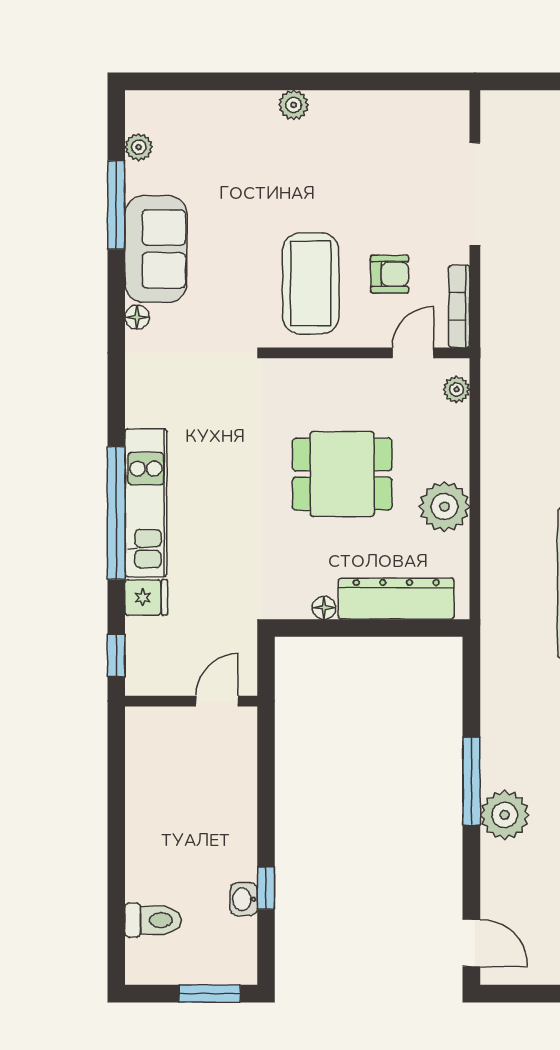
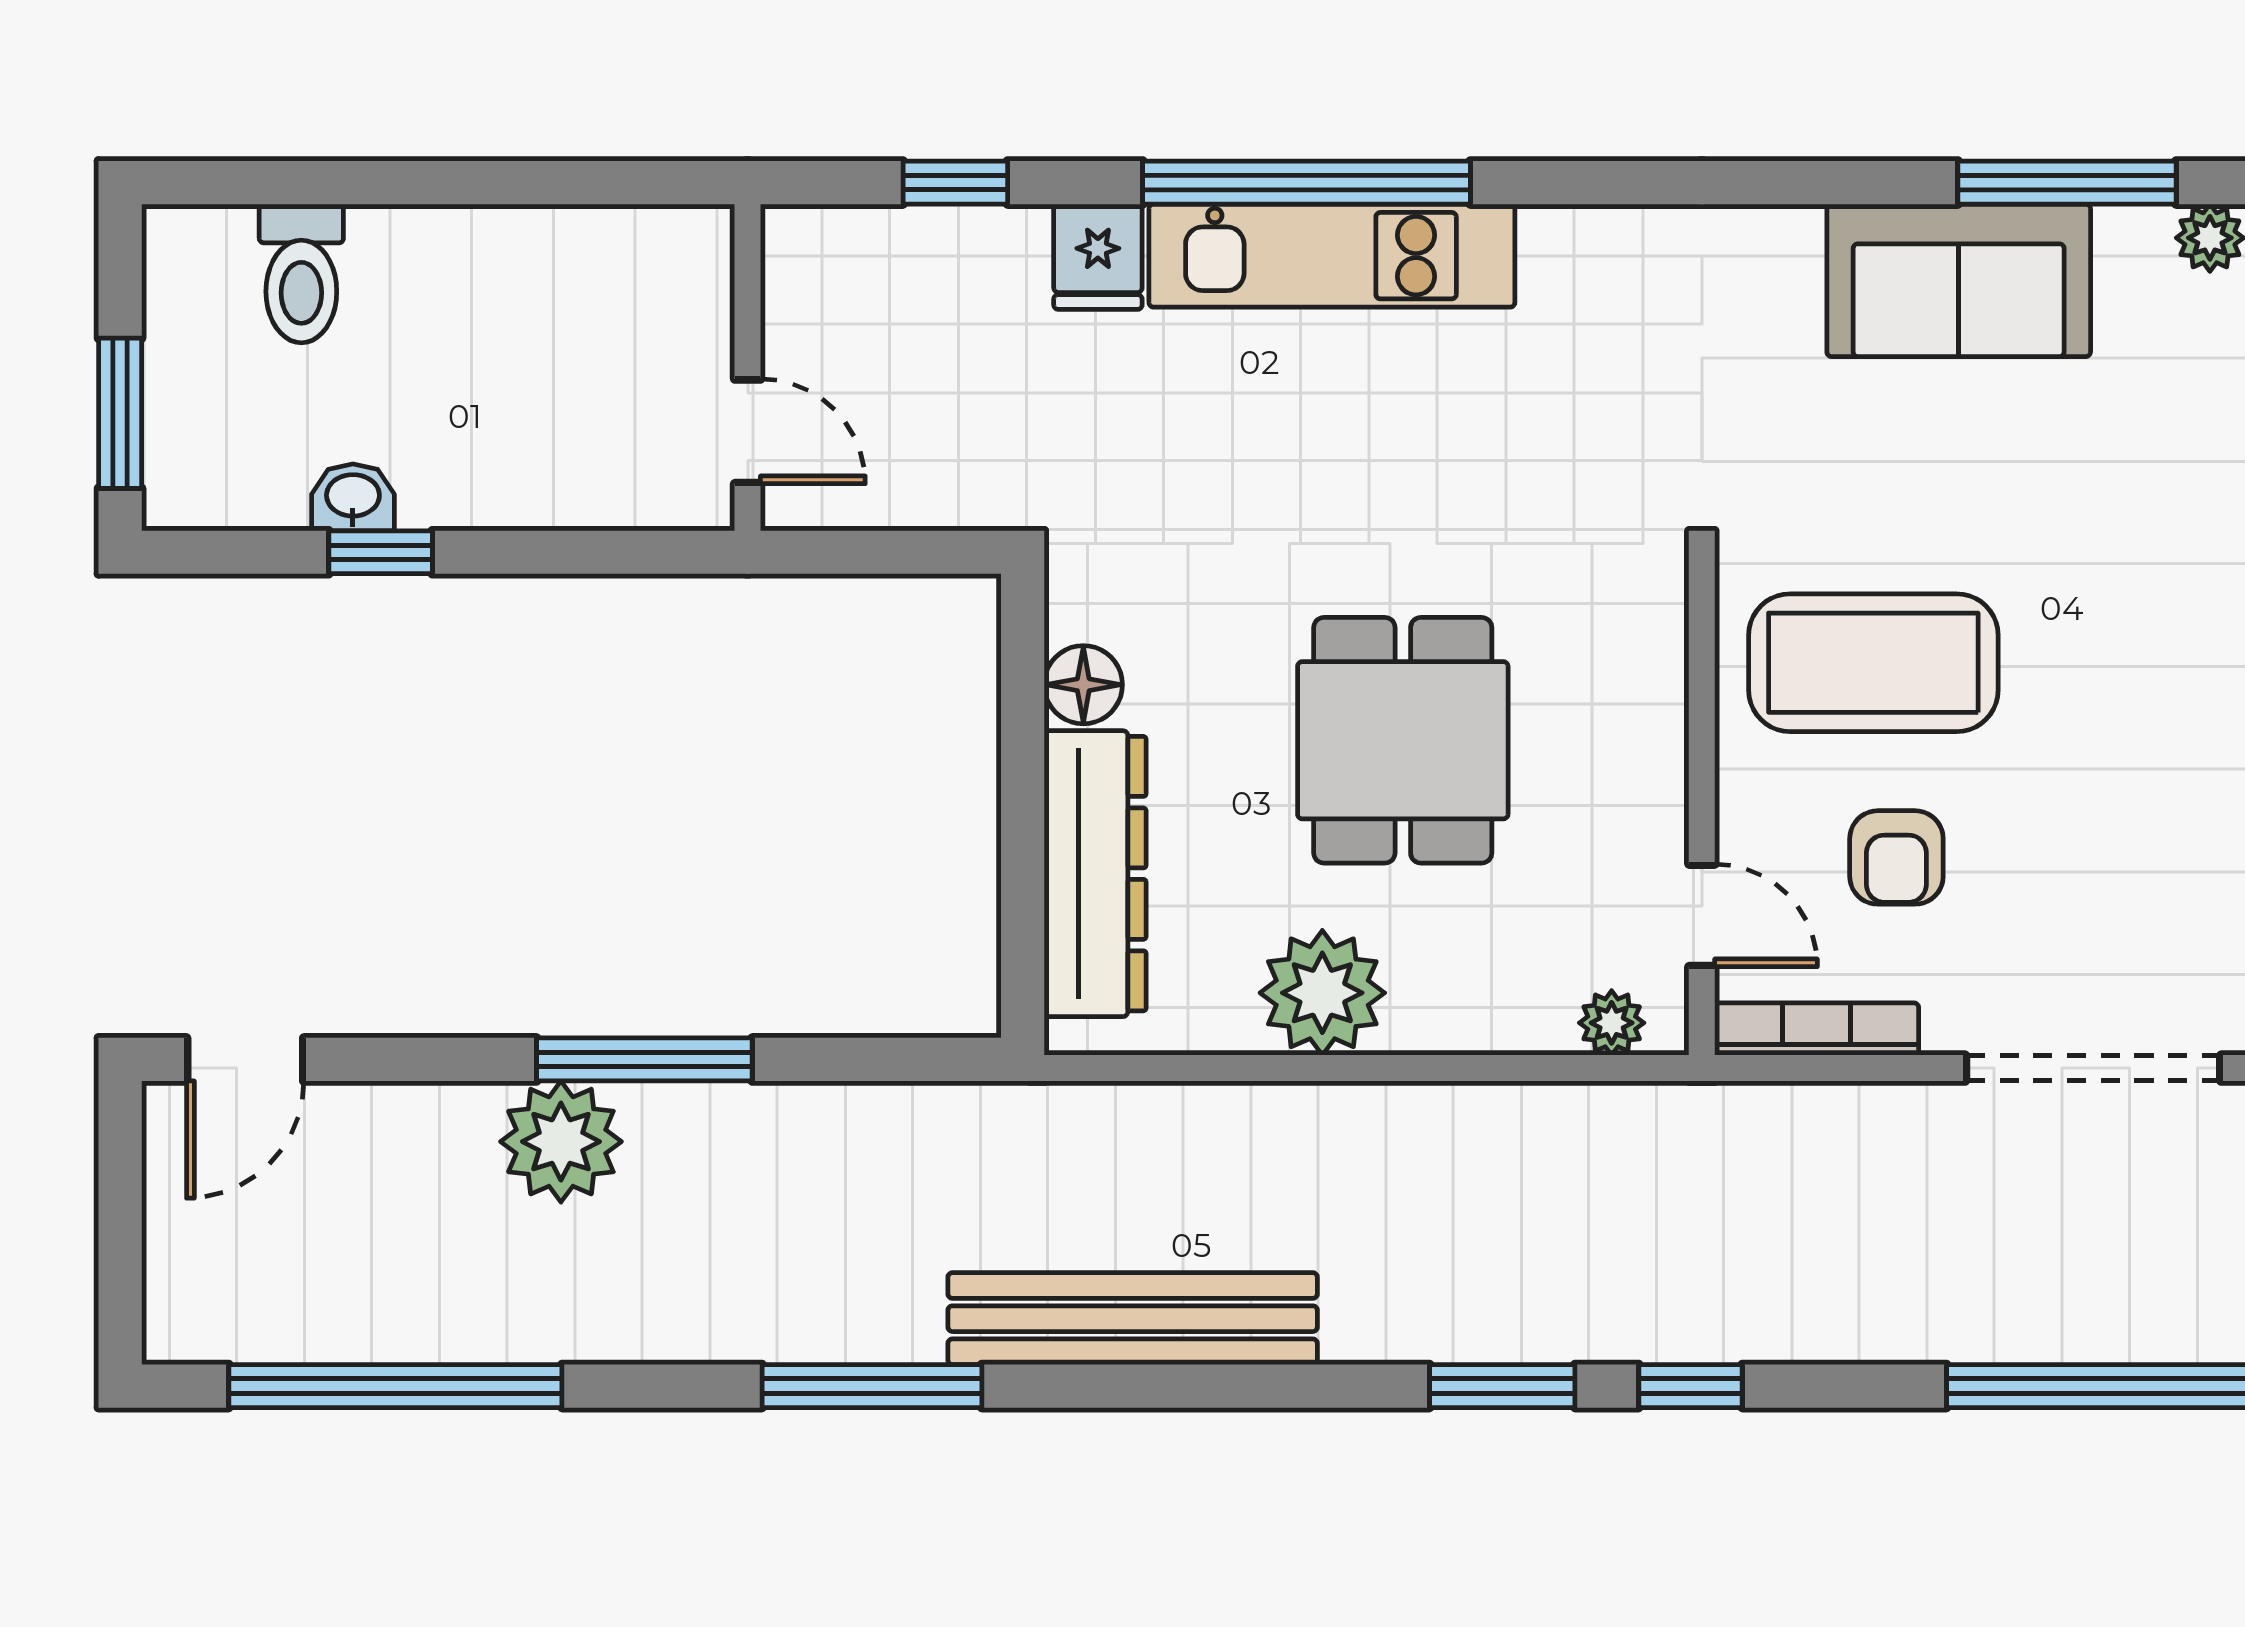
floor lamp: (137, 317) -> (1790, 234), removed
floor lamp: (324, 608) -> (1083, 685), width x1.37, depth x1.37
wall: (191, 701) -> (748, 367), moved
door: (217, 701) -> (748, 431), moved

